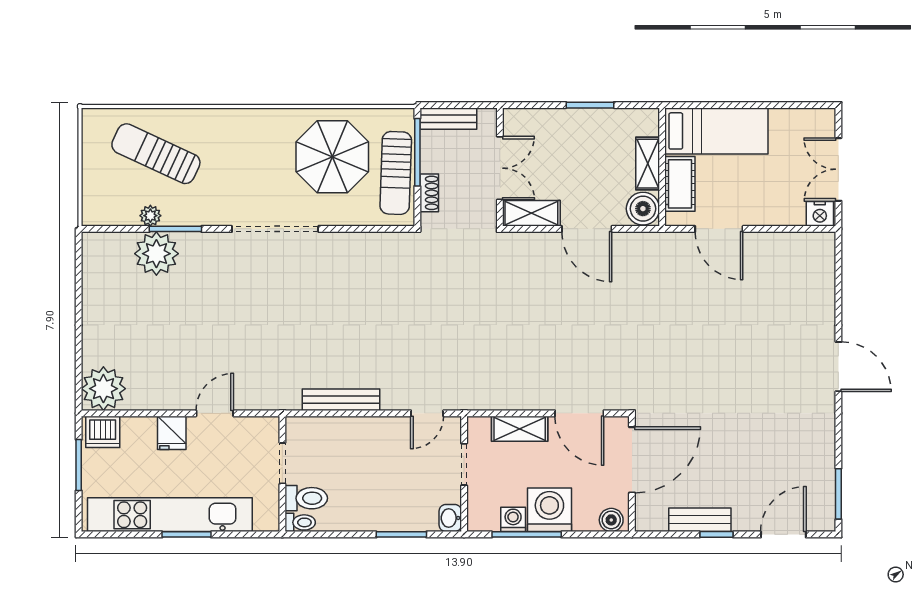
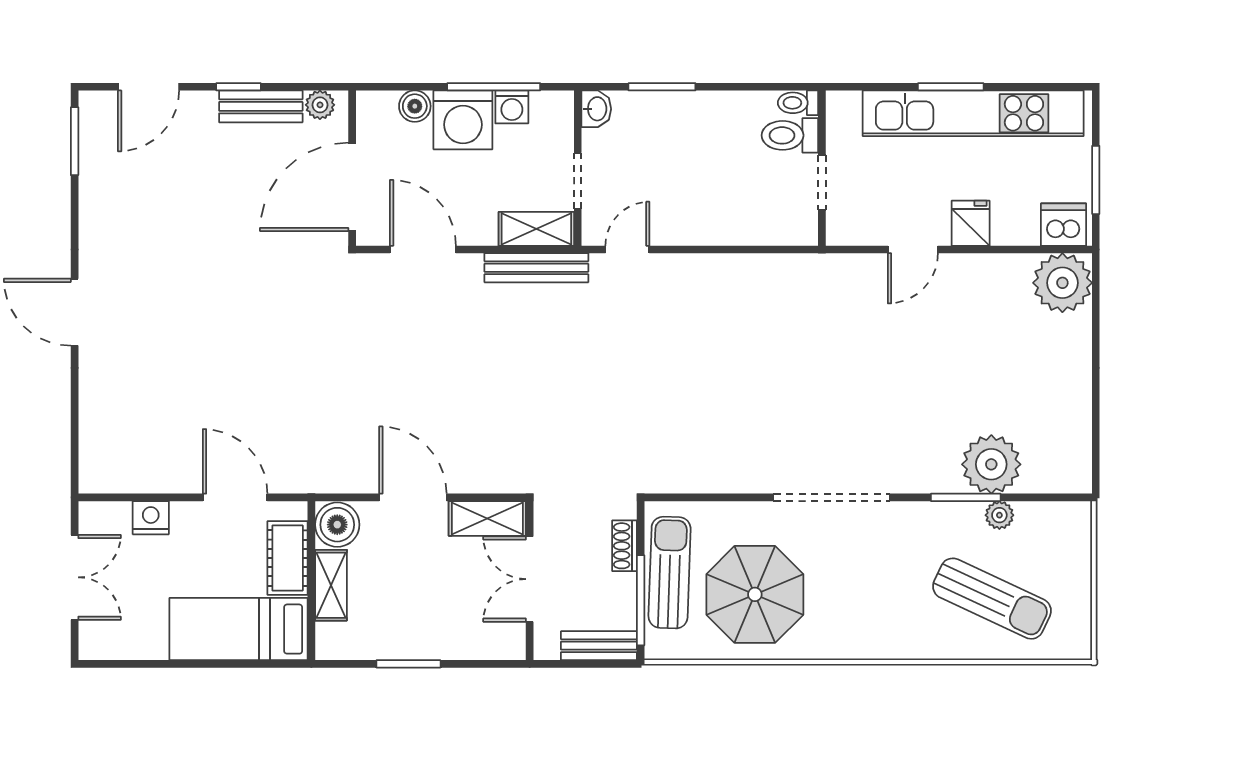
nightstand: (820, 214) -> (151, 518), moved
bench: (341, 400) -> (536, 268), moved
shelving: (520, 429) -> (536, 229), moved
boiler: (611, 520) -> (415, 106), moved
plant: (656, 521) -> (320, 105), added

